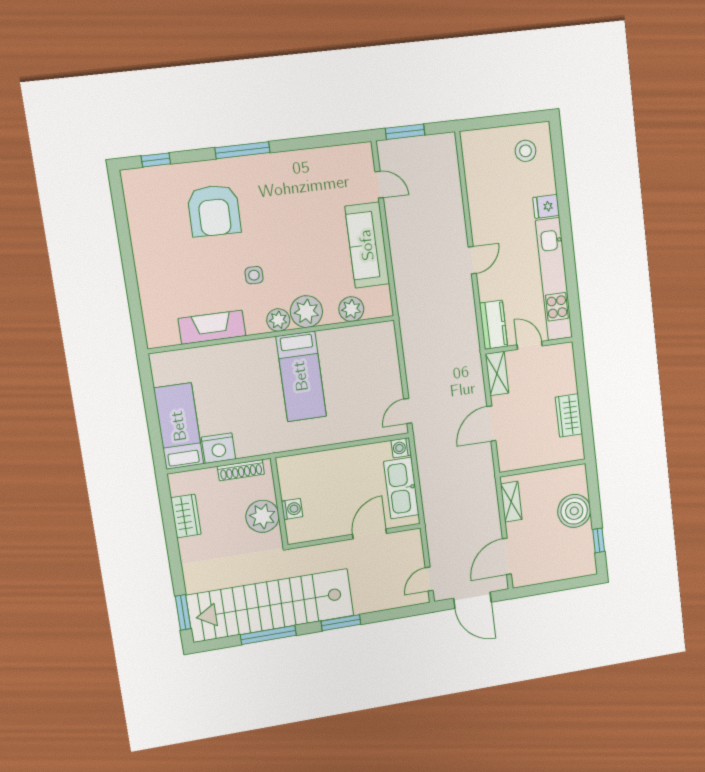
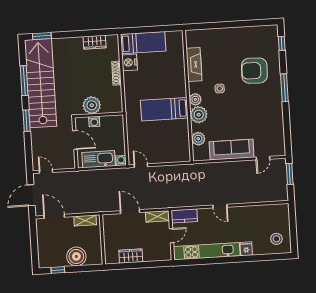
wall: (279, 502) -> (99, 115), moved
washing machine: (292, 509) -> (94, 121), moved
plant: (262, 516) -> (92, 105), moved

